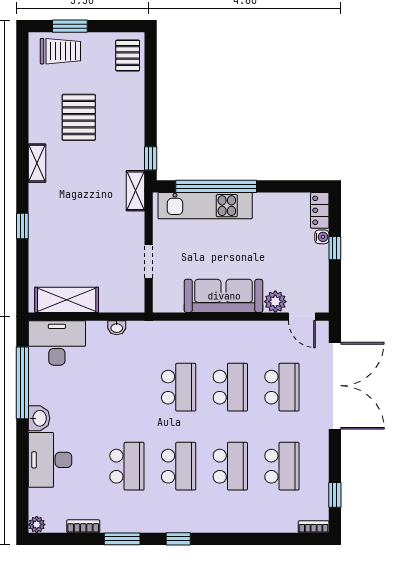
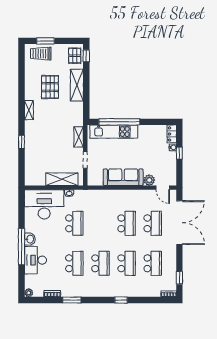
trolley: (60, 51) -> (41, 54), turned 180
shelving: (132, 114) -> (77, 85), added
window: (151, 158) -> (86, 56), moved
shelving: (135, 191) -> (79, 137), moved
shelving: (67, 300) -> (62, 179), moved
desk: (57, 343) -> (44, 204), width x1.36, depth x1.30
window: (22, 383) -> (21, 247), moved
school desk: (179, 387) -> (74, 223), moved
window: (178, 539) -> (121, 300), moved

